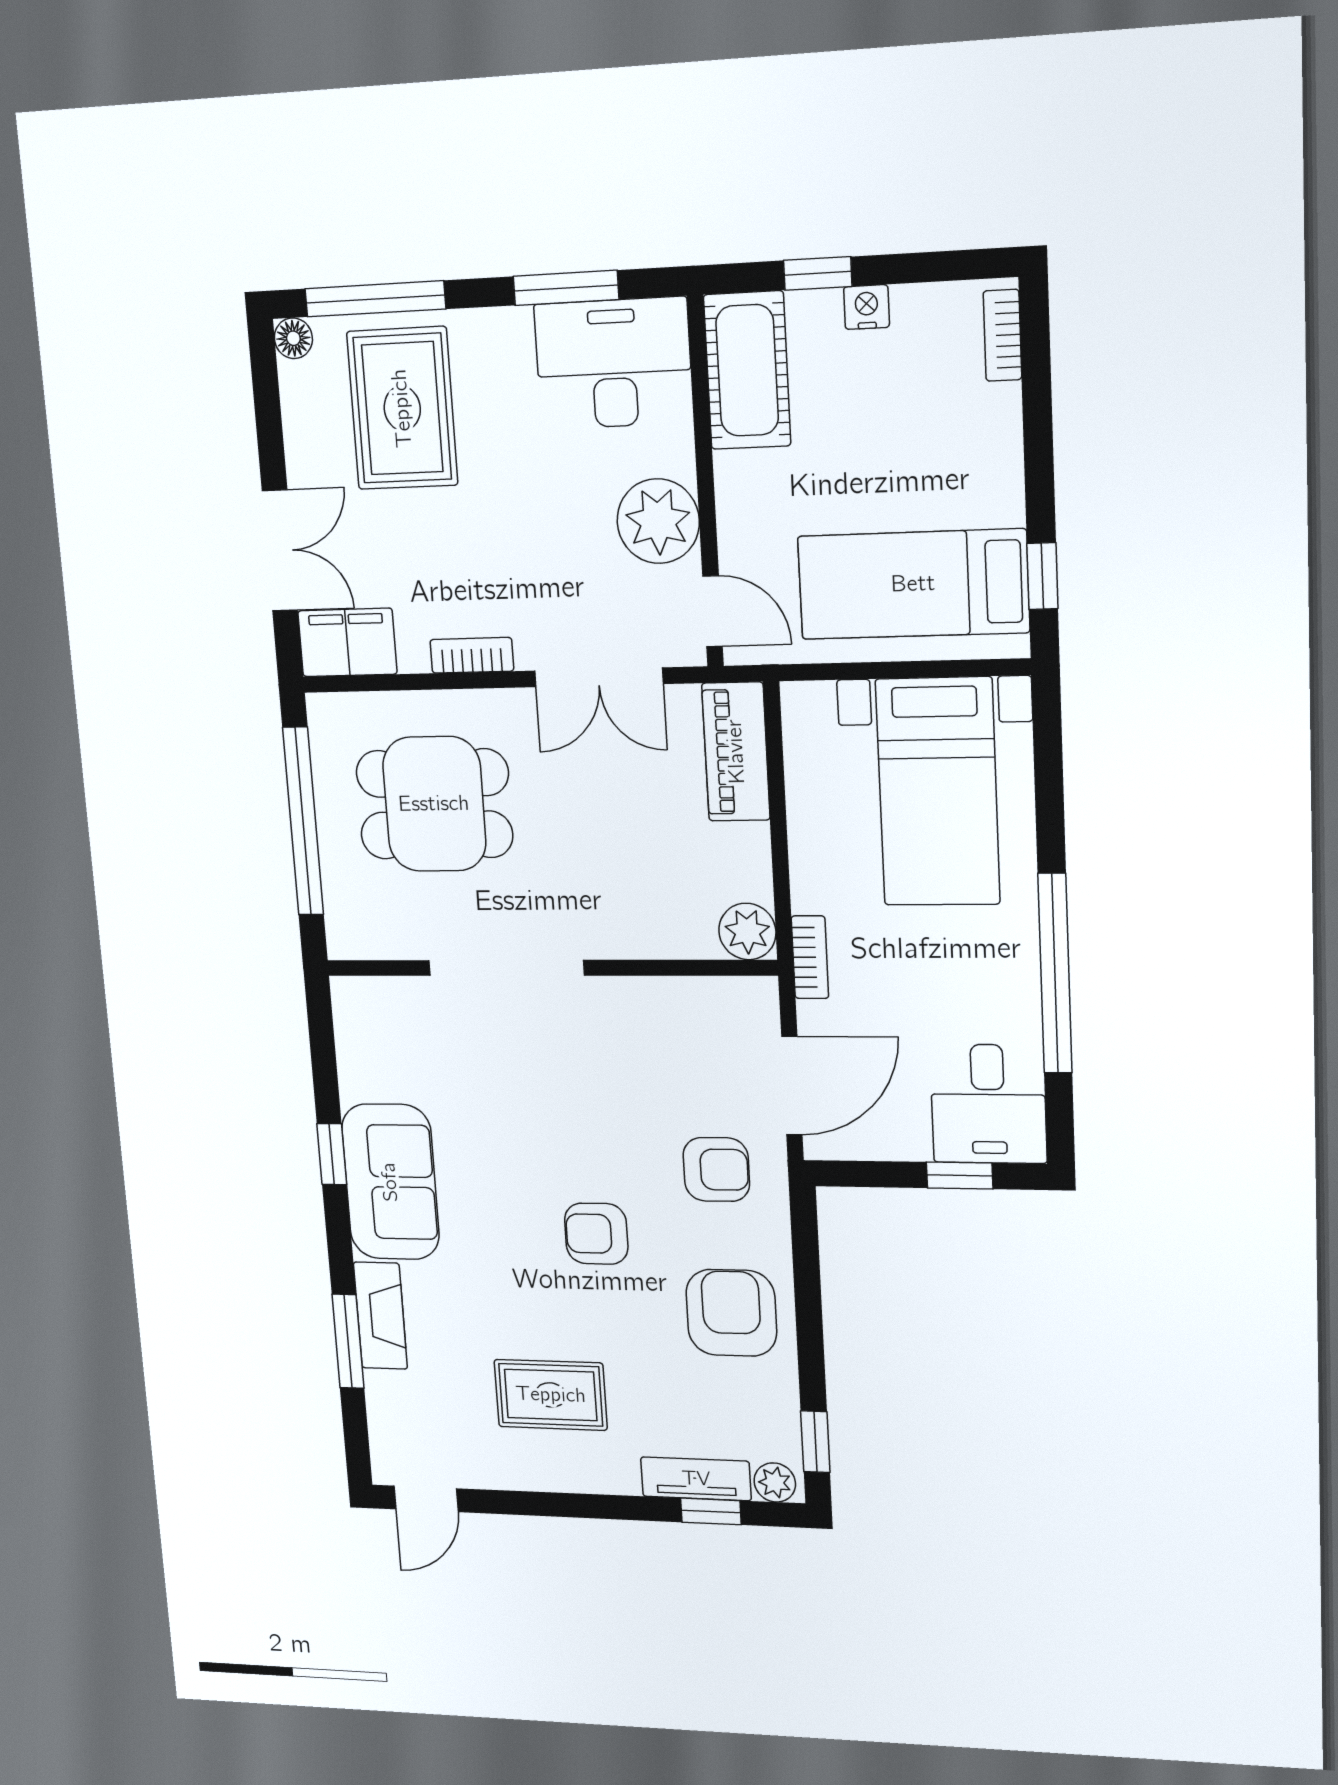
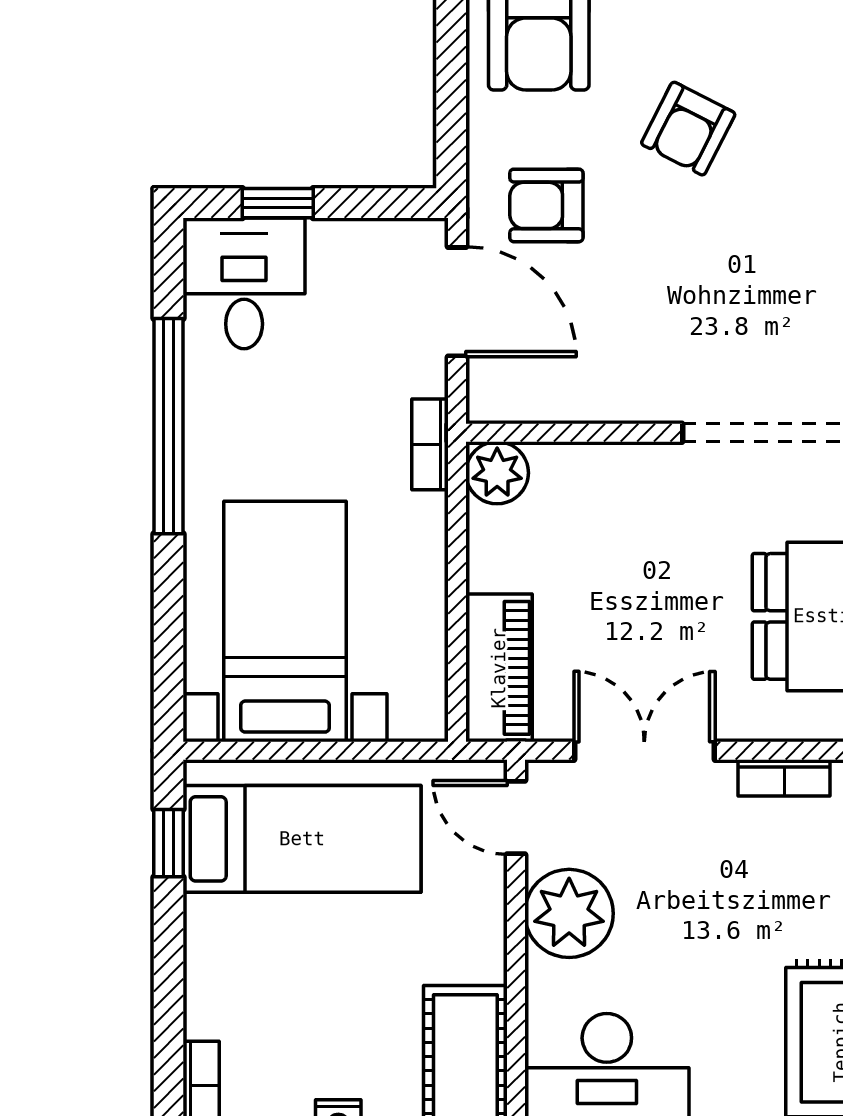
door: (792, 1086) -> (457, 302), swing flipped
armchair: (596, 1234) -> (688, 129), turned 117

